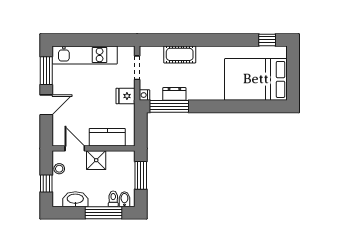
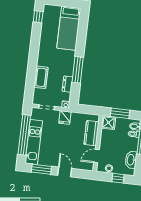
window: (93, 40) -> (24, 135), added
bed: (256, 79) -> (69, 28), width x0.67
window: (169, 106) -> (78, 70), moved
shower: (96, 160) -> (108, 123), moved

